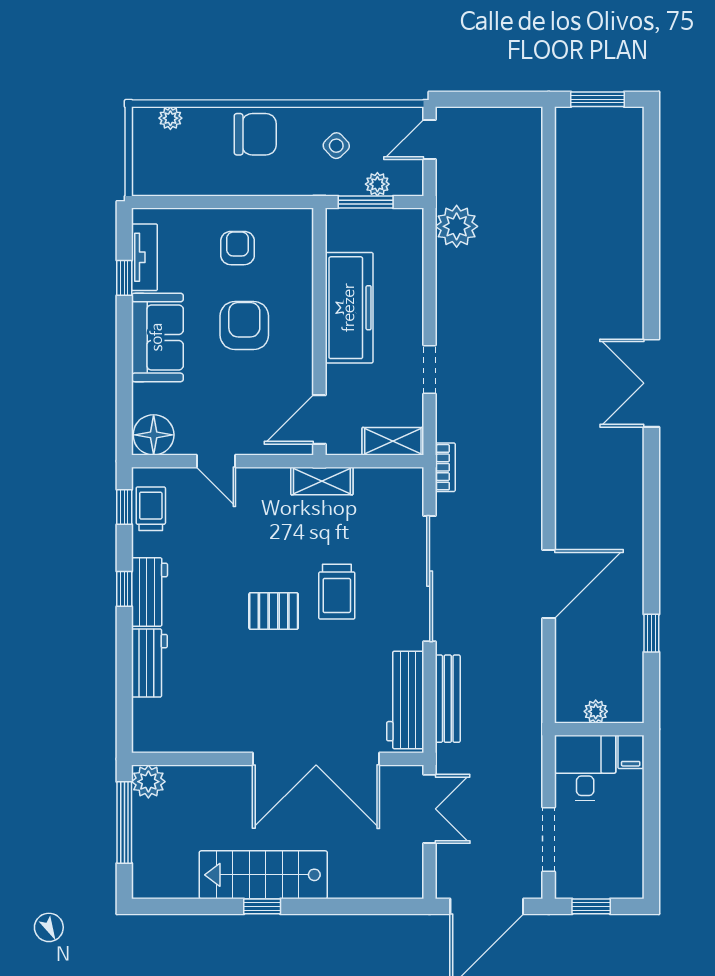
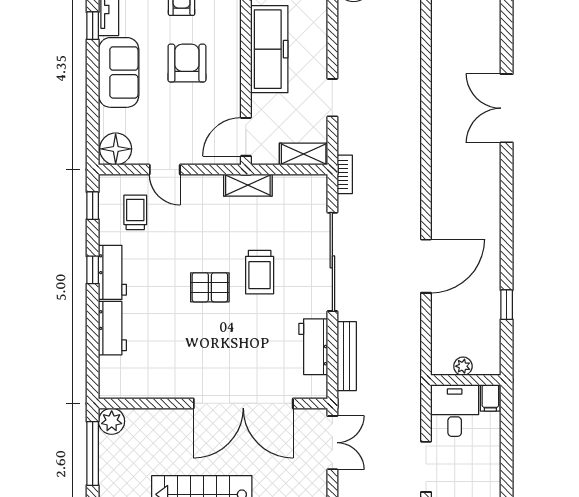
trolley: (151, 509) -> (135, 212), moved
workbench: (405, 700) -> (313, 347), width x0.73

